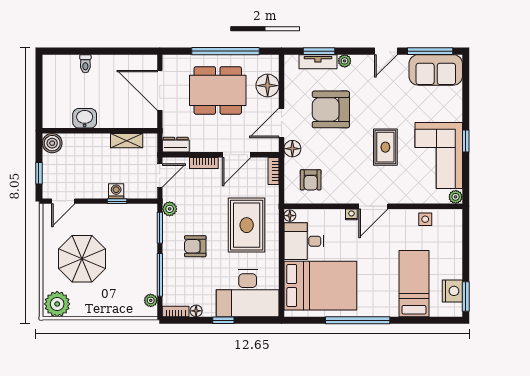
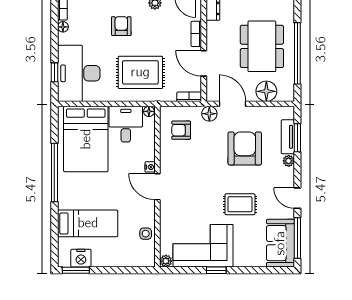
rug: (385, 147) -> (240, 204), moved
window: (223, 320) -> (54, 72), moved

